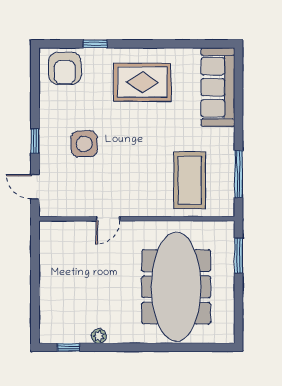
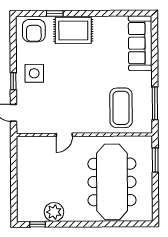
rug: (142, 82) -> (73, 30), moved
side table: (84, 144) -> (34, 73), moved
plant: (99, 336) -> (54, 212), width x1.88, depth x1.88

